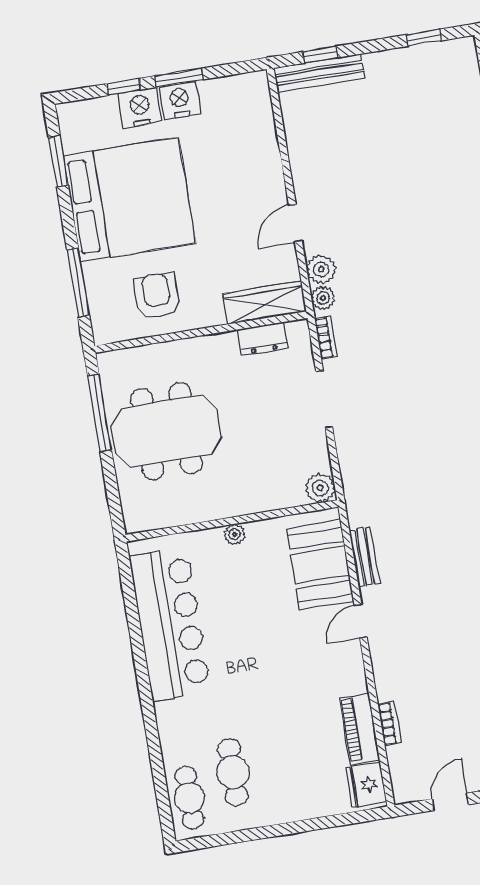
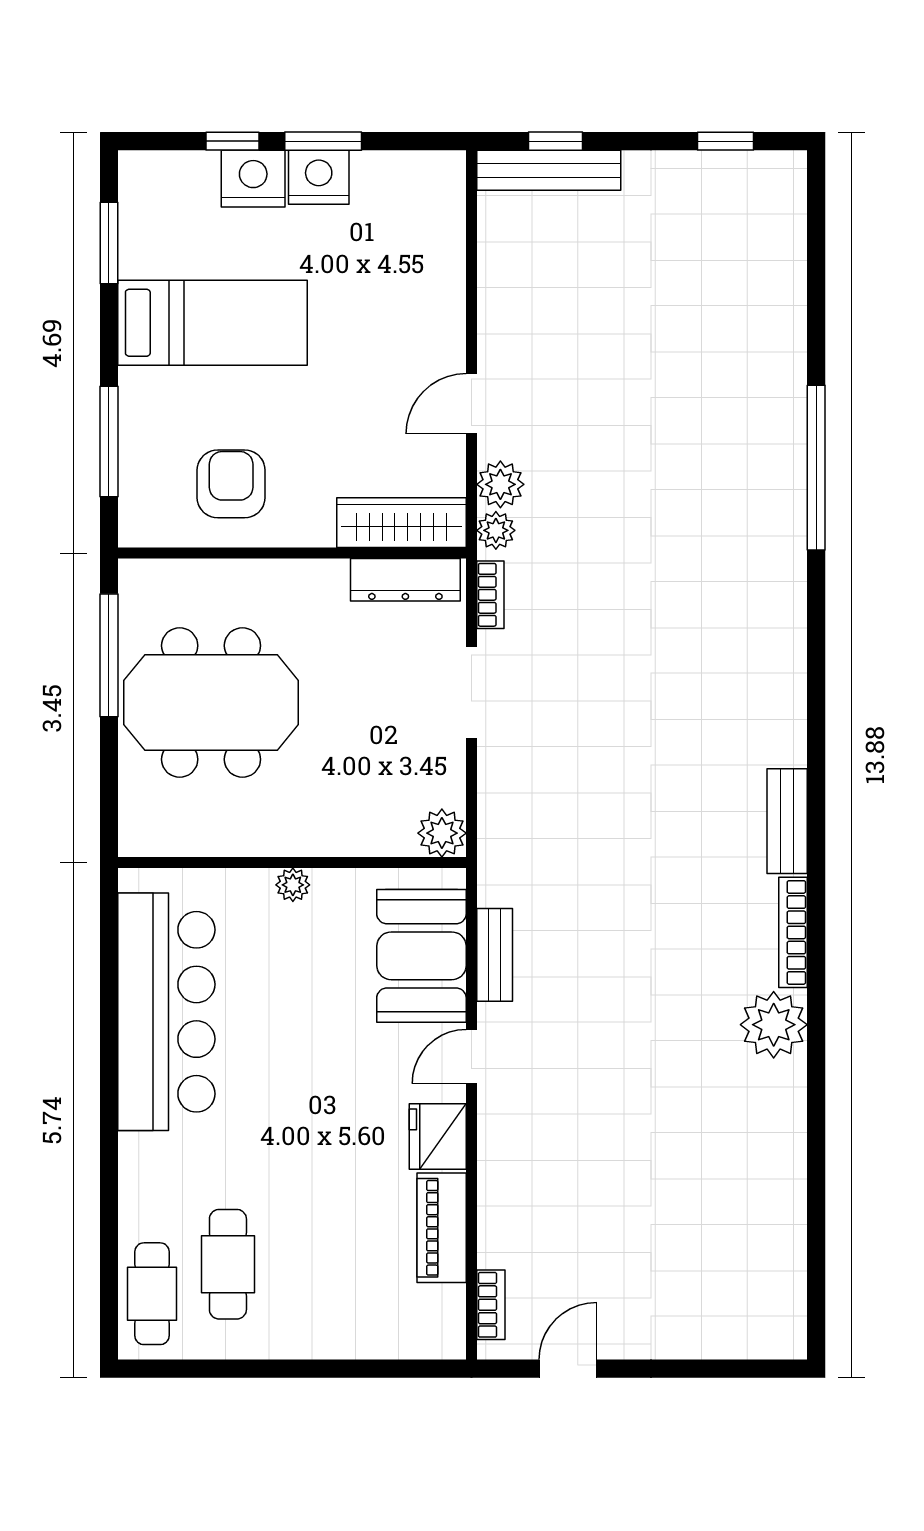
bed: (129, 200) -> (213, 323), width x0.49
dresser: (263, 339) -> (405, 580), width x1.44
bookcase: (389, 723) -> (491, 1305), moved
fridge: (366, 785) -> (438, 1136), moved

